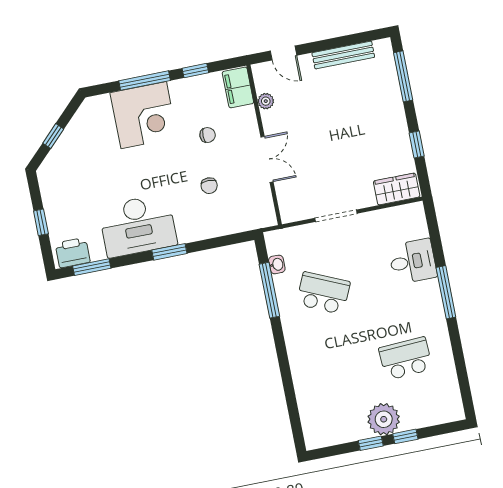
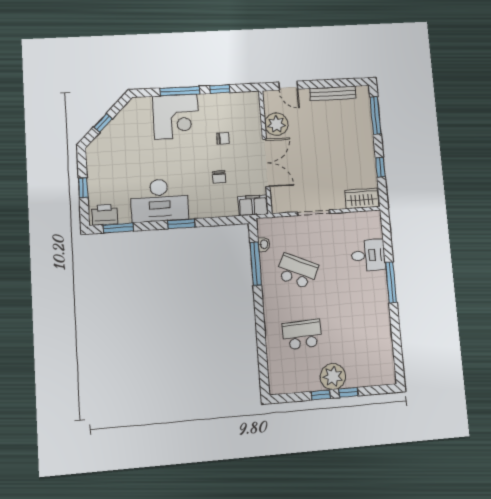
filing cabinet: (238, 87) -> (253, 205), moved, turned 90
plant: (266, 101) -> (276, 124), width x1.87, depth x1.87
double door: (267, 159) -> (266, 163), width x1.37
school desk: (406, 358) -> (302, 334), moved

